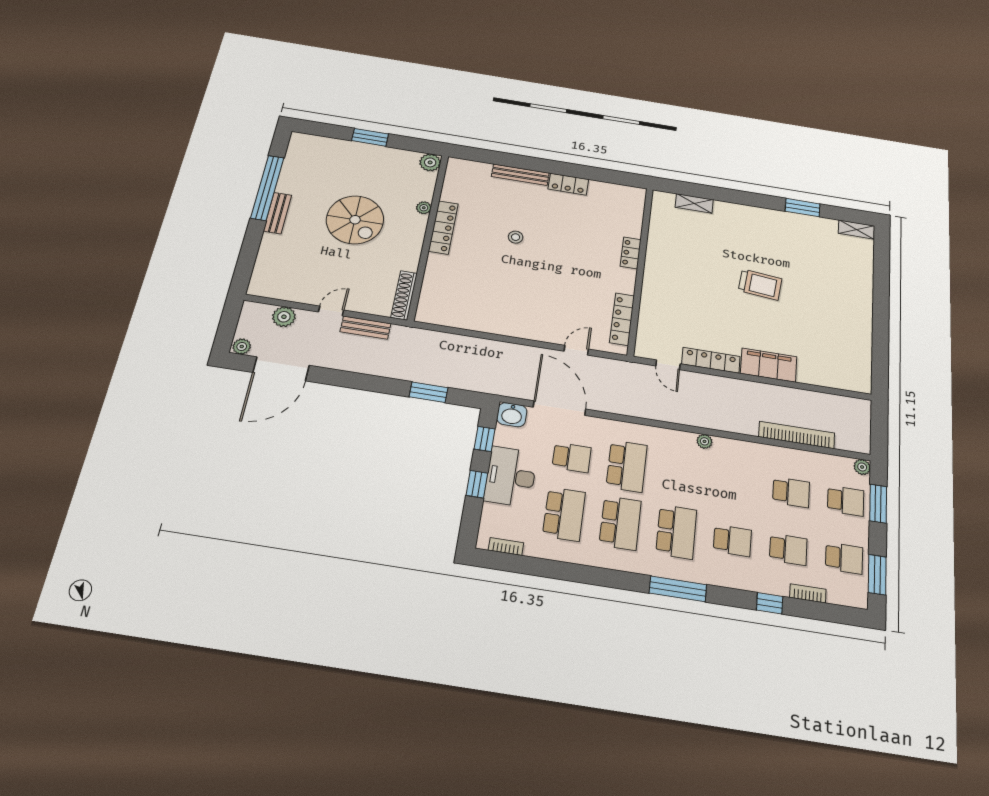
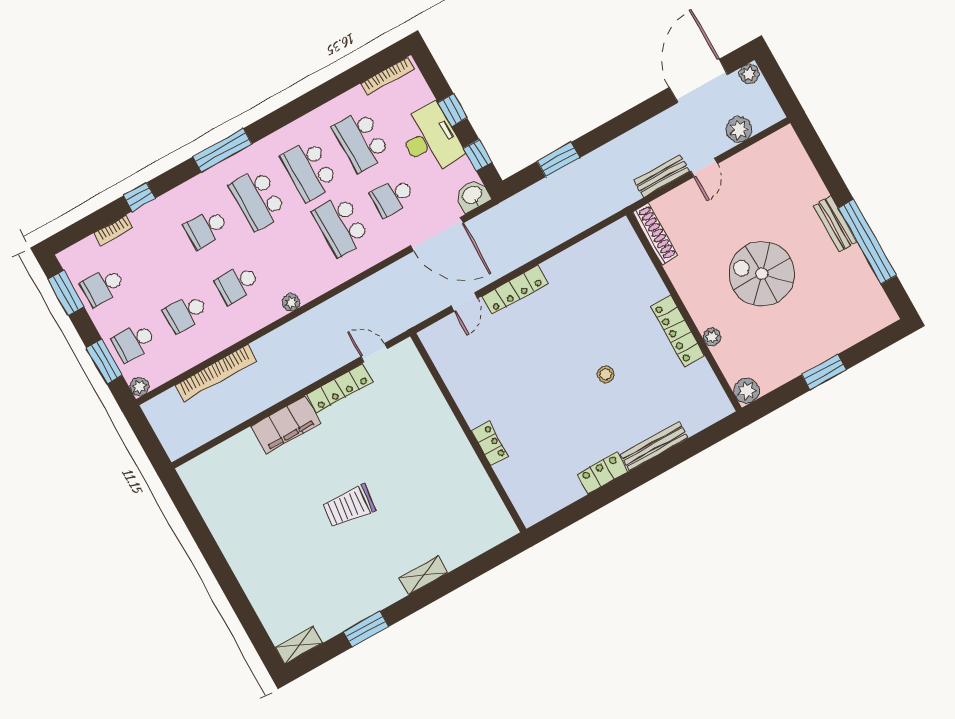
shelving: (694, 203) -> (423, 575), moved
locker: (622, 319) -> (514, 290), moved, turned 90
bookcase: (506, 547) -> (387, 76), width x1.56
school desk: (788, 549) -> (237, 284), moved

